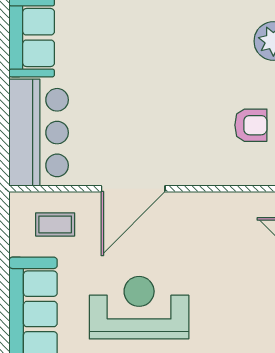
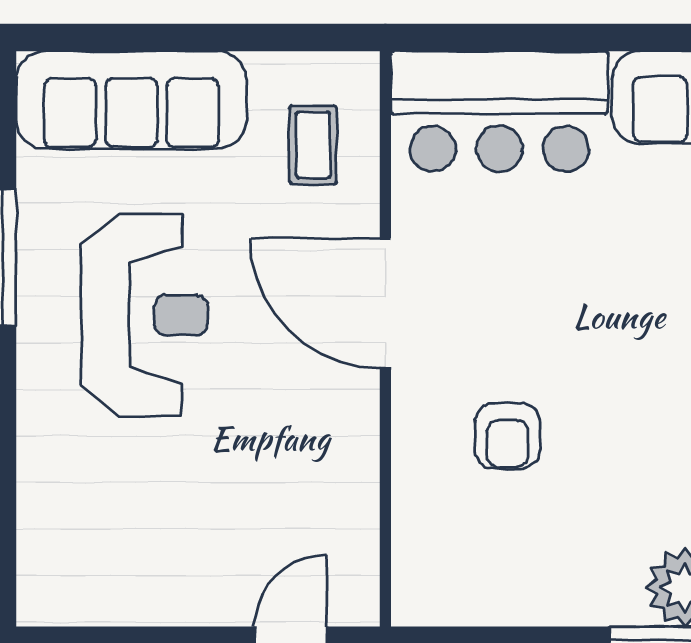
armchair: (251, 125) -> (507, 436), moved

